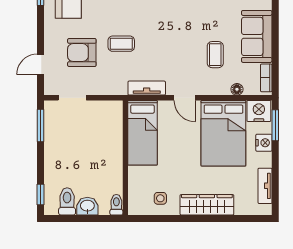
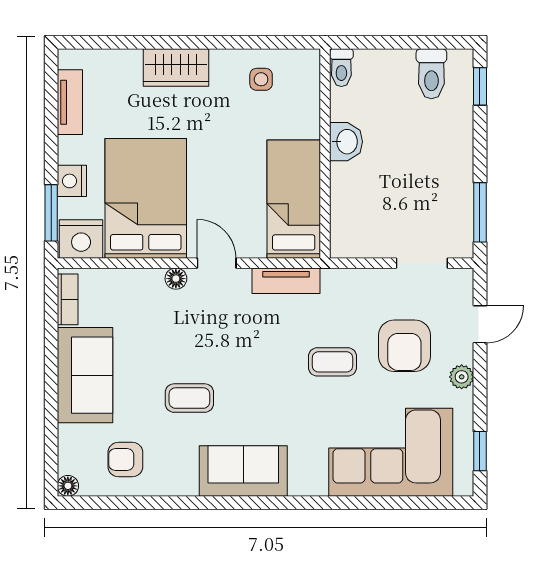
plant: (51, 36) -> (462, 377), added
armchair: (82, 53) -> (404, 346), turned 90
coffee table: (215, 55) -> (189, 398), moved, turned 90
floor lamp: (237, 89) -> (176, 279), moved
wardrobe: (207, 205) -> (176, 68), width x0.67
washbasin: (87, 206) -> (346, 142), moved, turned -90

